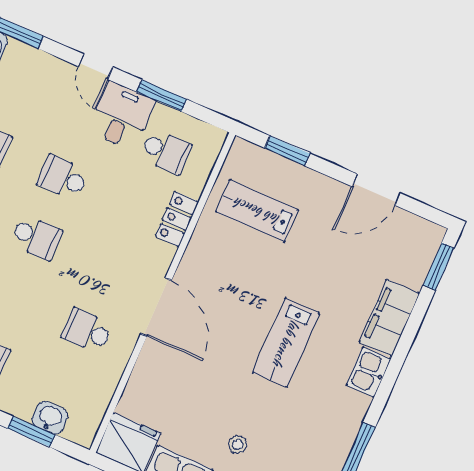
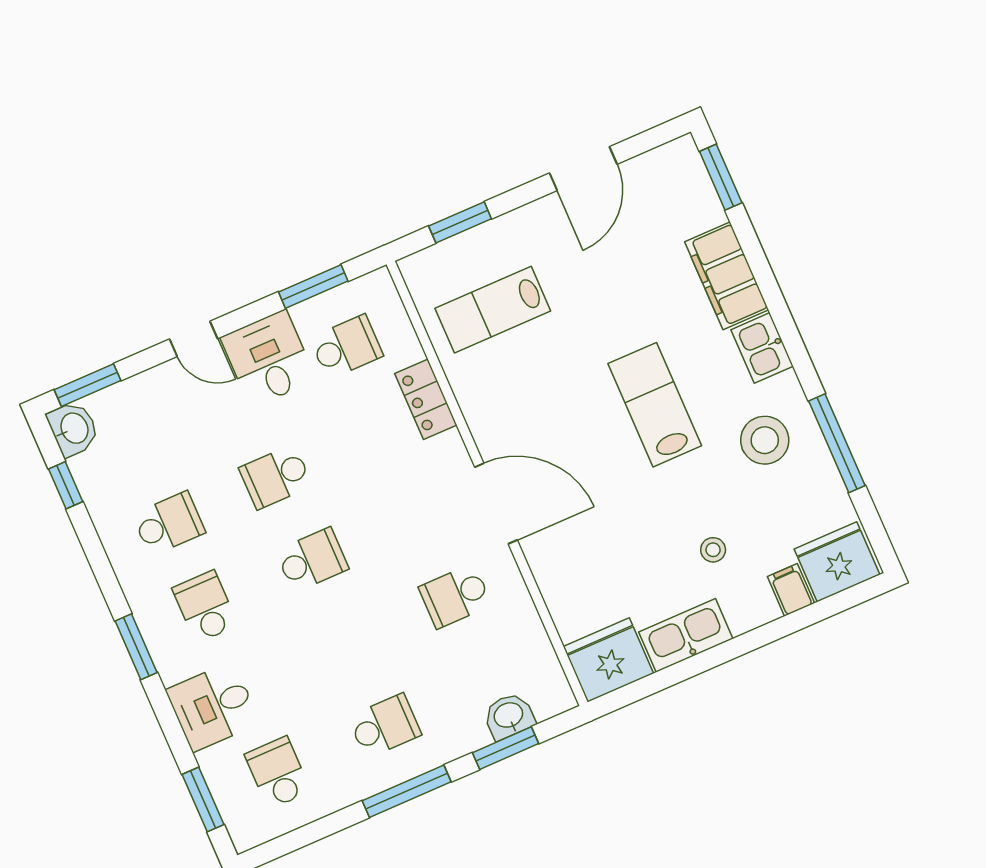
window: (162, 96) -> (313, 287), moved
lab bench: (286, 343) -> (655, 405), turned 180
stool: (321, 418) -> (765, 440), added

